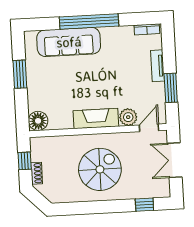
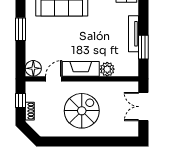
tv unit: (158, 66) -> (134, 34), width x1.41
door: (149, 128) -> (54, 79), moved
window: (144, 205) -> (117, 142), removed

